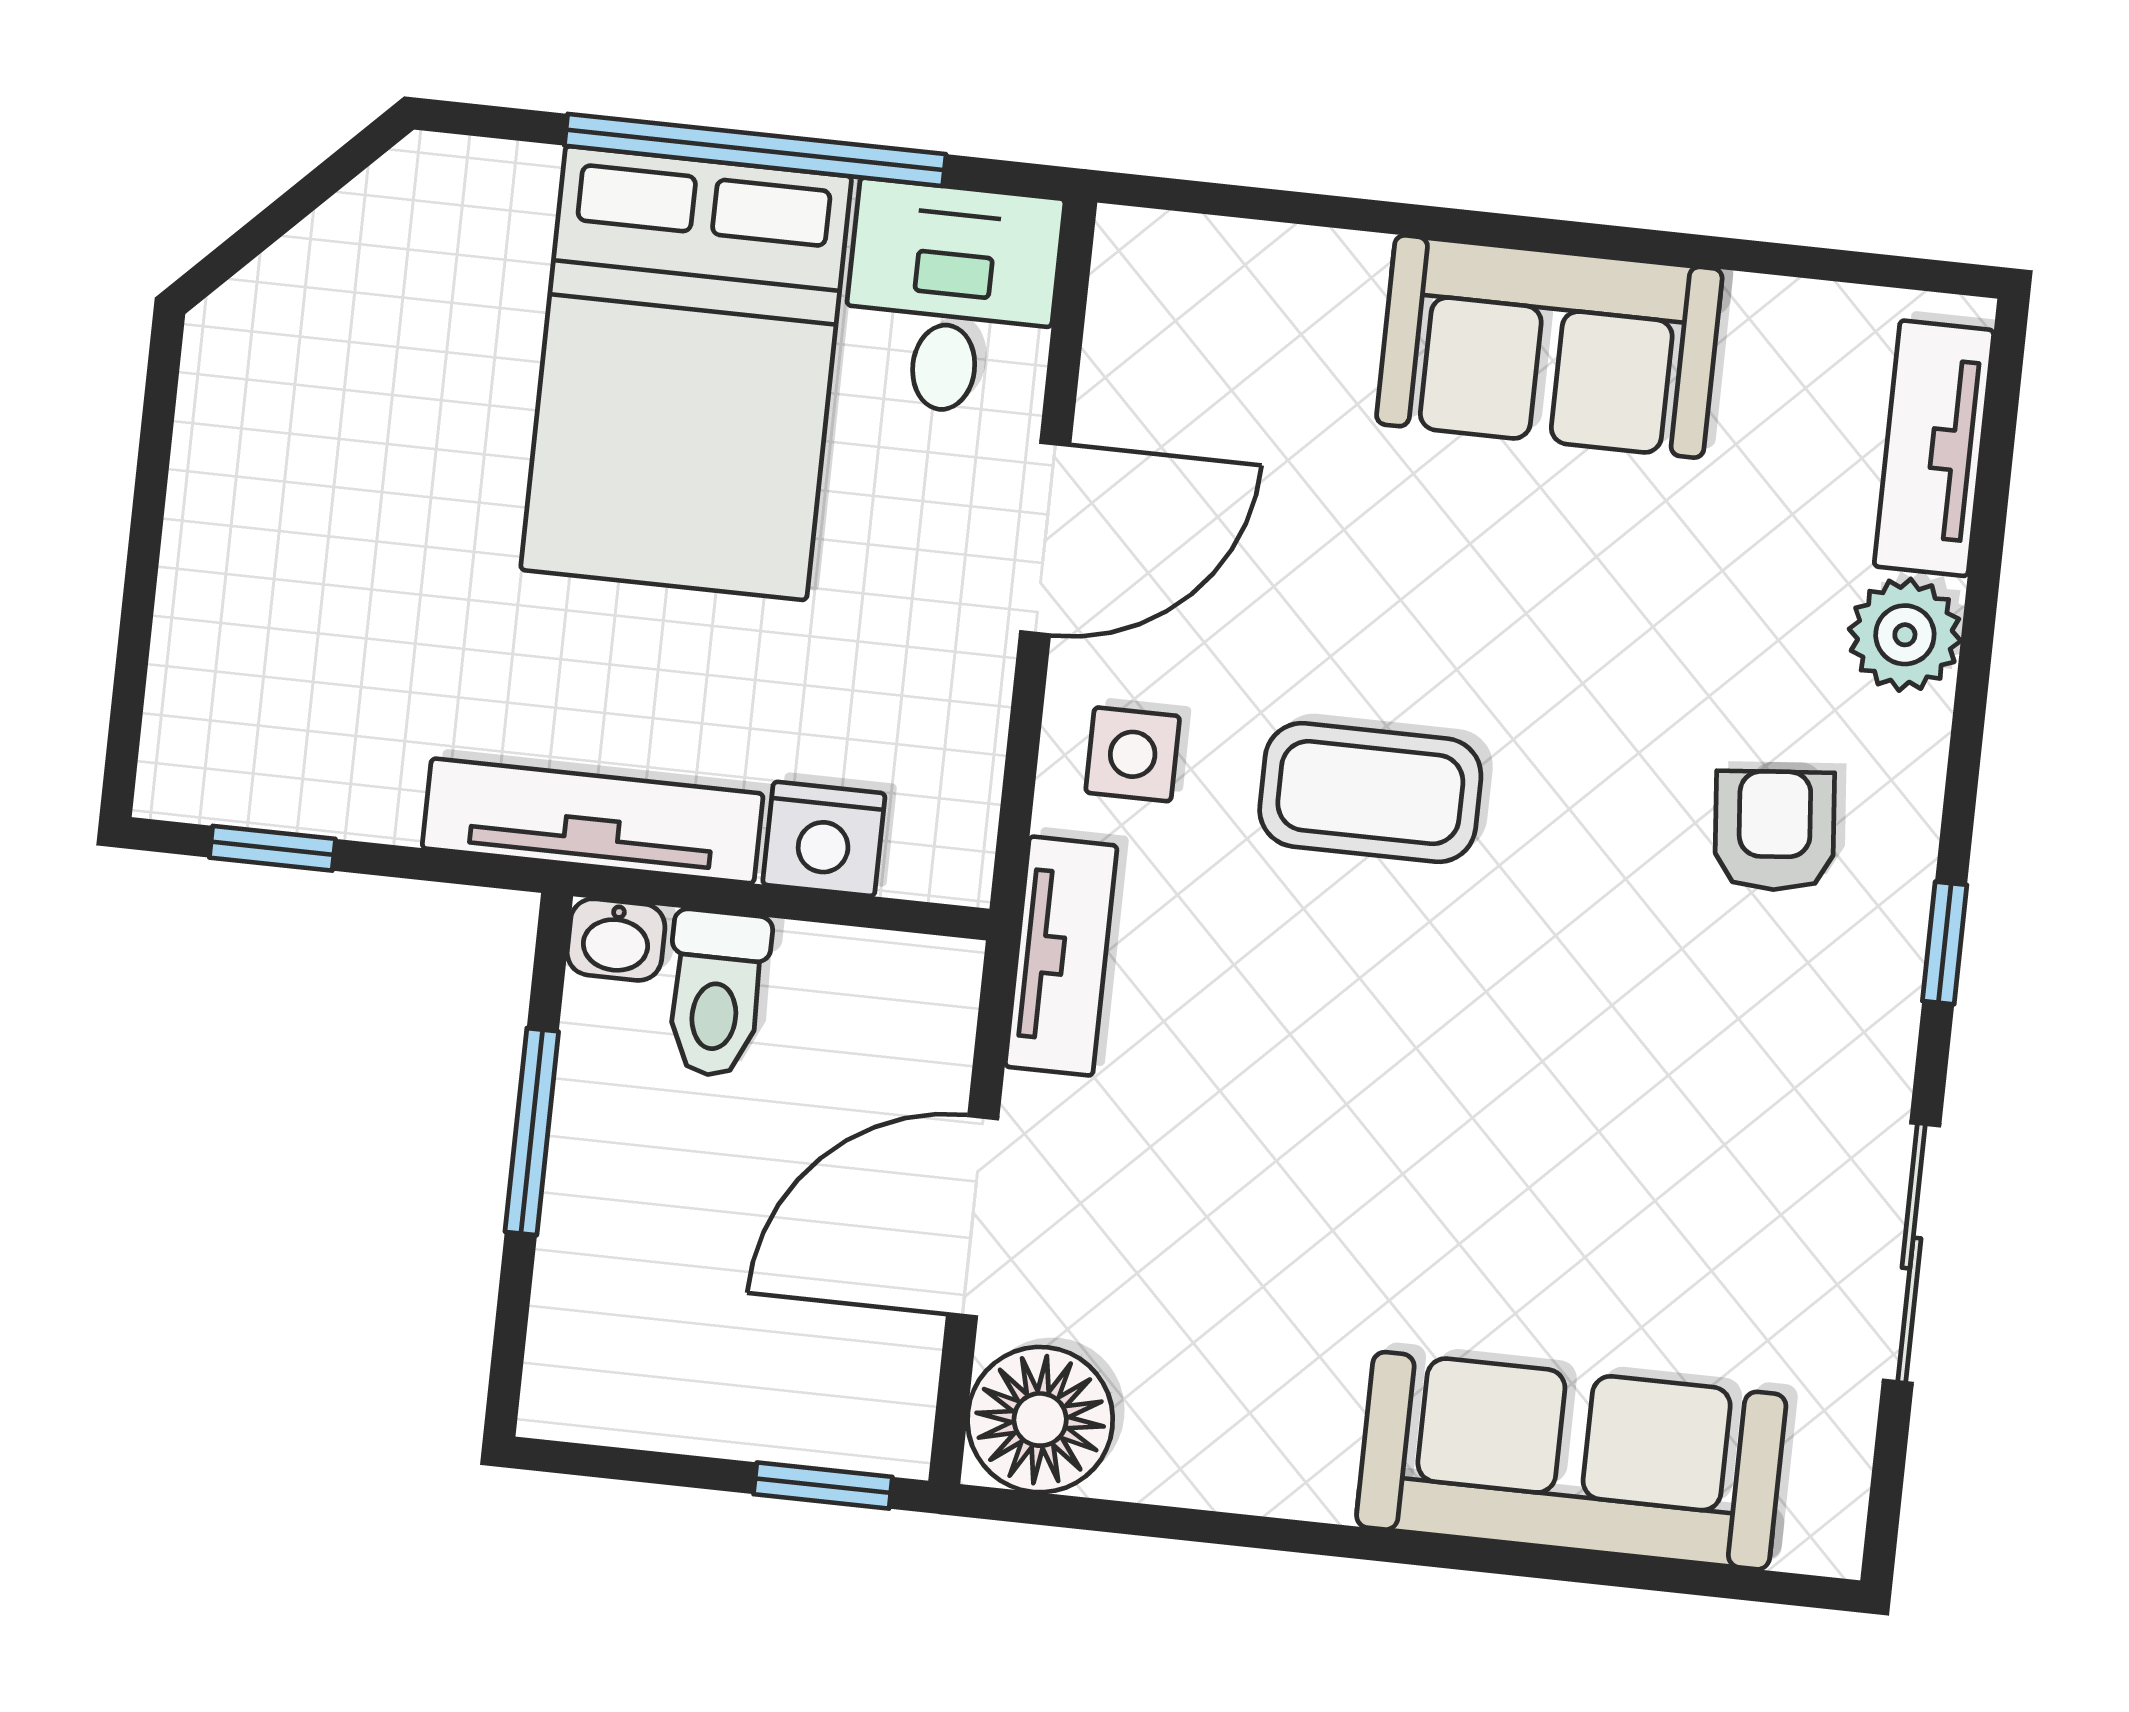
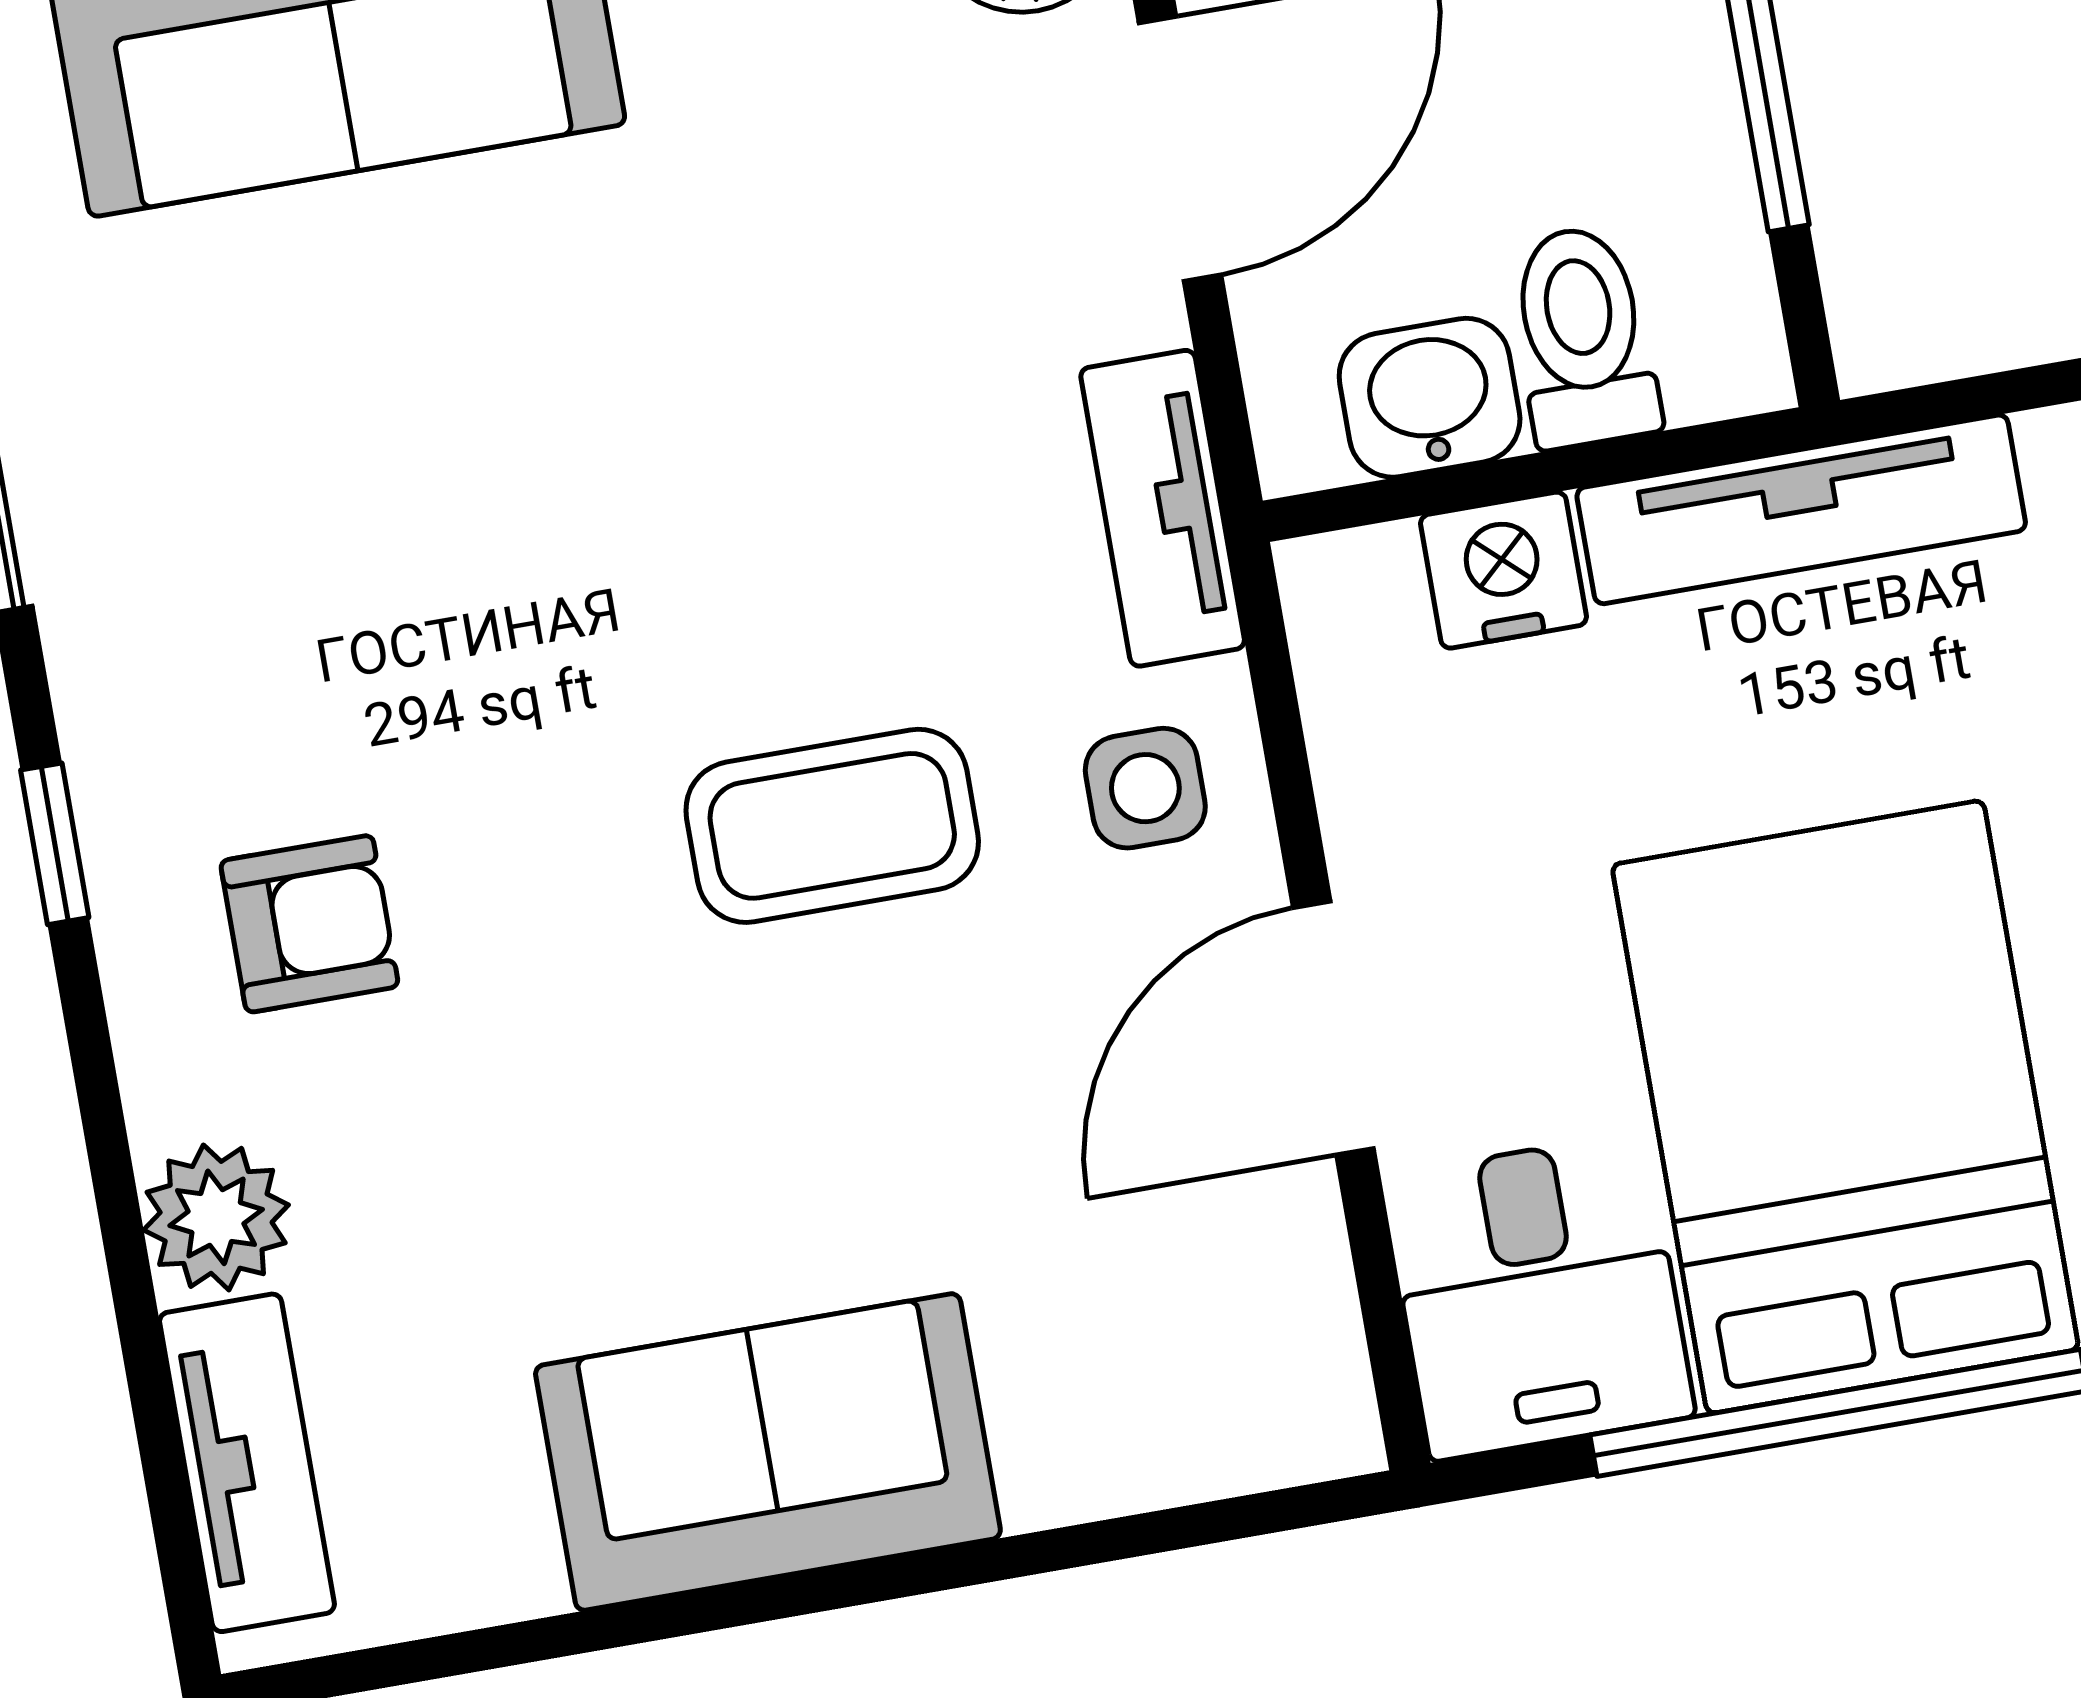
armchair: (1775, 831) -> (309, 924), turned -85
washbasin: (616, 940) -> (1430, 398), moved, width x1.38, depth x1.45

